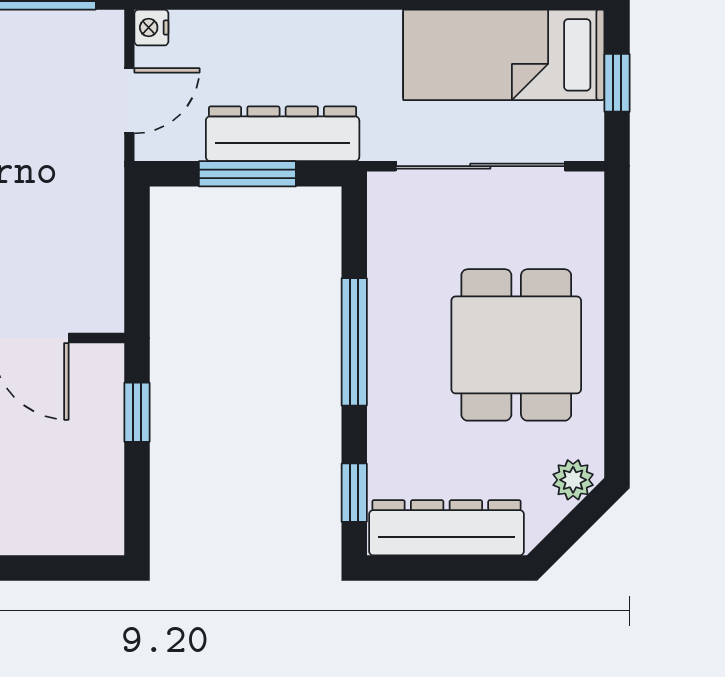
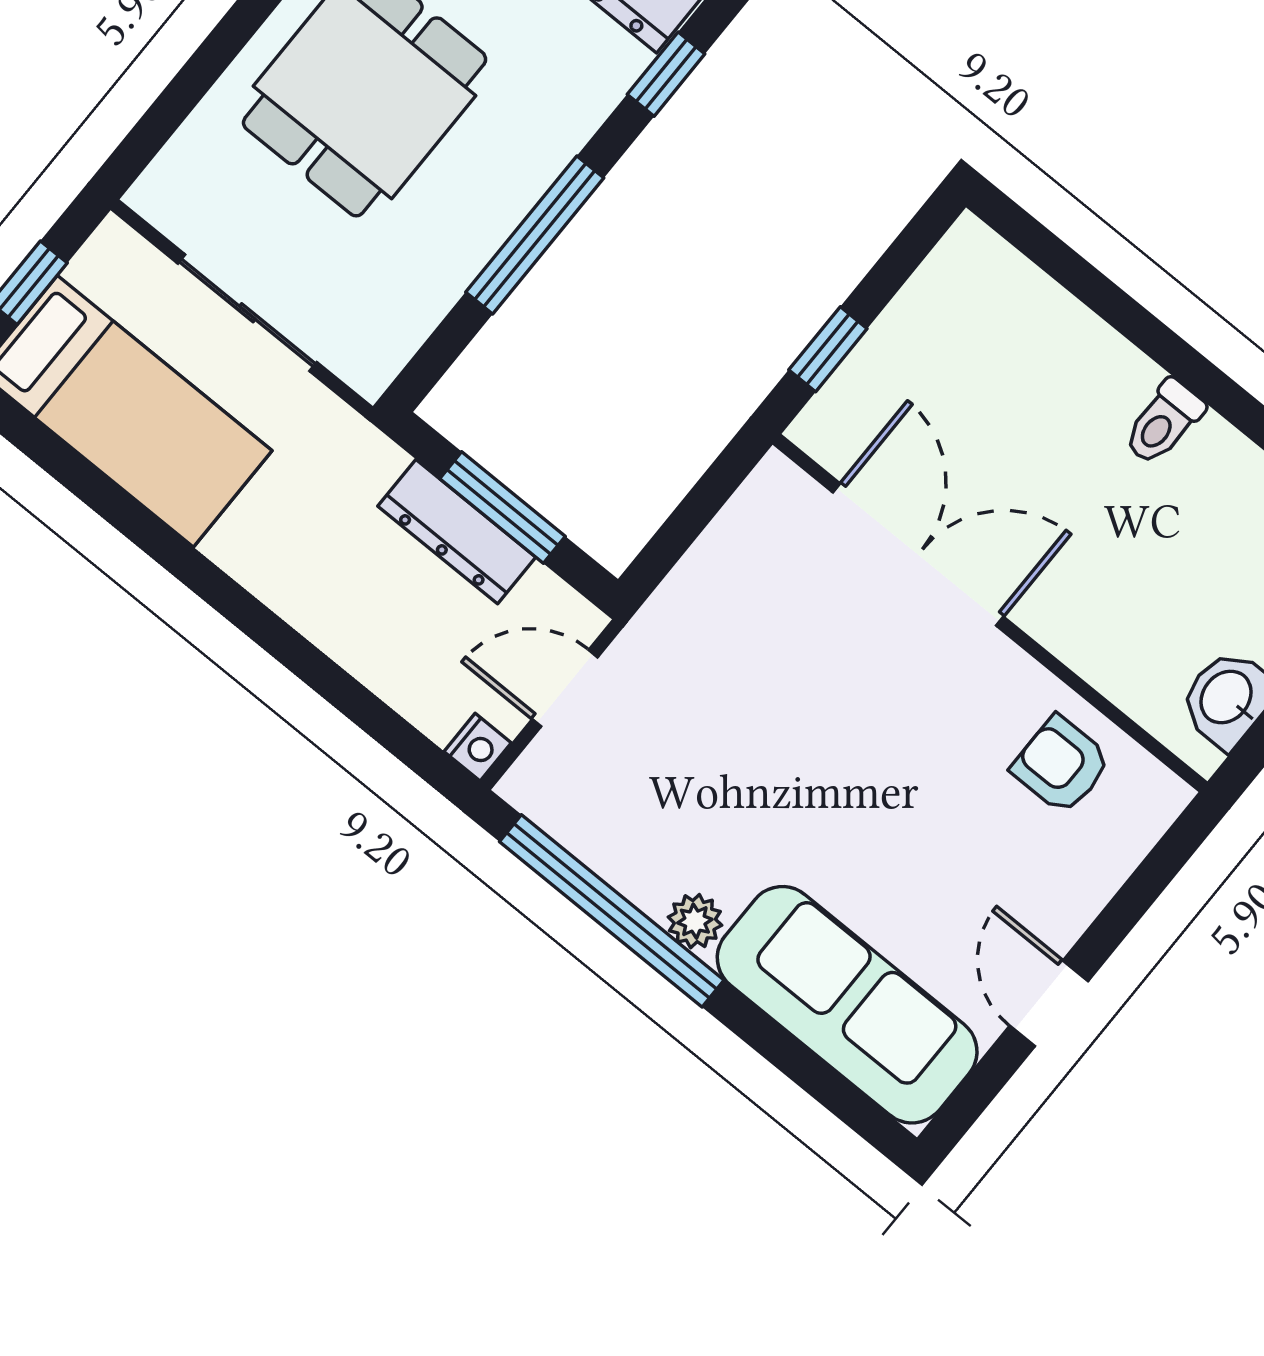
dresser: (283, 134) -> (457, 532), width x0.73, depth x0.80
sliding door: (480, 166) -> (247, 313), width x0.73

